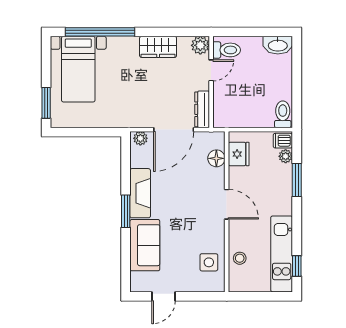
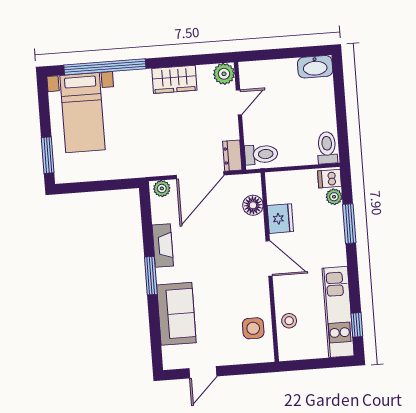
toilet: (227, 50) -> (261, 154), moved
dresser: (202, 109) -> (232, 156), width x0.70
fridge: (239, 154) -> (280, 219), moved
fireplace: (140, 193) -> (163, 245), width x0.73, depth x0.76

